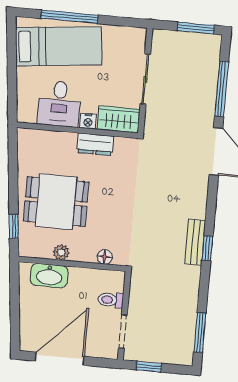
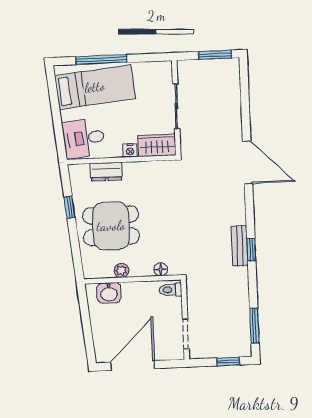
window: (222, 89) -> (245, 106), removed
desk: (59, 104) -> (84, 138), moved, turned 84
dresser: (95, 144) -> (106, 172), moved
window: (14, 226) -> (70, 207), moved
washbasin: (49, 276) -> (109, 293), width x0.72
toilet: (111, 300) -> (170, 290), moved
window: (149, 367) -> (228, 361), moved

